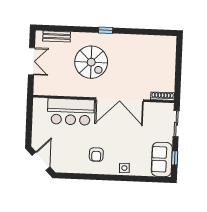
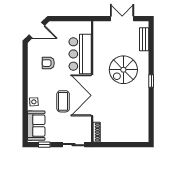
double door: (32, 61) -> (122, 19), swing flipped
coffee table: (125, 134) -> (63, 101), added
armchair: (96, 155) -> (48, 63), moved
sofa: (162, 159) -> (36, 126), moved, turned 90

